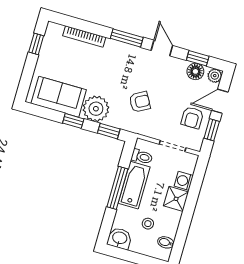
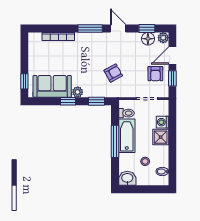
window: (36, 44) -> (24, 81), moved
plant: (96, 109) -> (78, 92), width x0.53, depth x0.53

